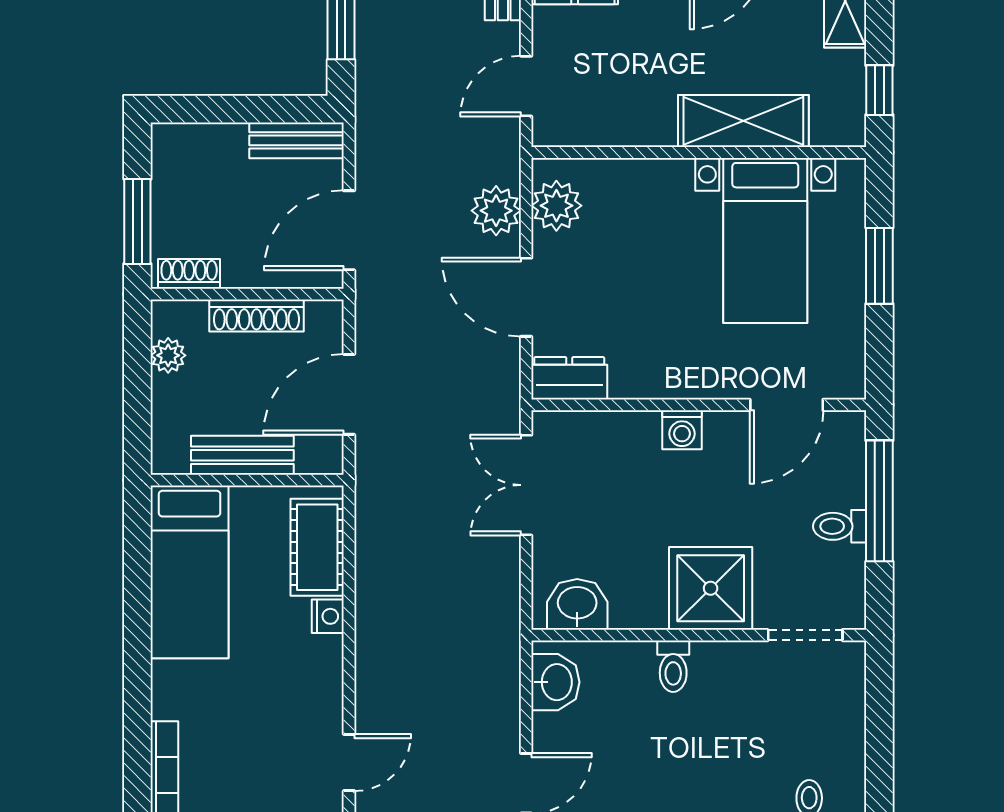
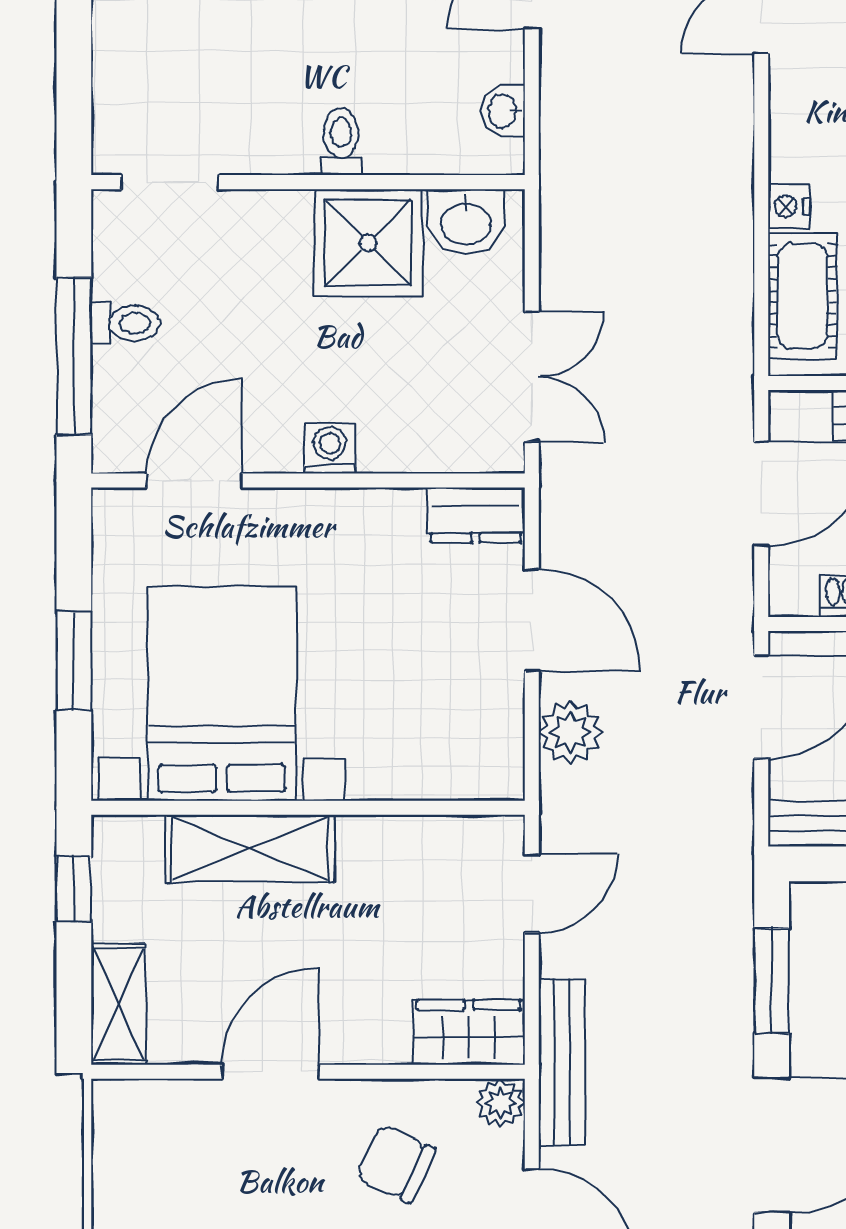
plant: (556, 206) -> (492, 739), removed
bed with nightstands: (765, 240) -> (222, 694), width x1.36
shower: (711, 588) -> (368, 243), moved
washbasin: (555, 682) -> (503, 111), width x0.72, depth x0.69

